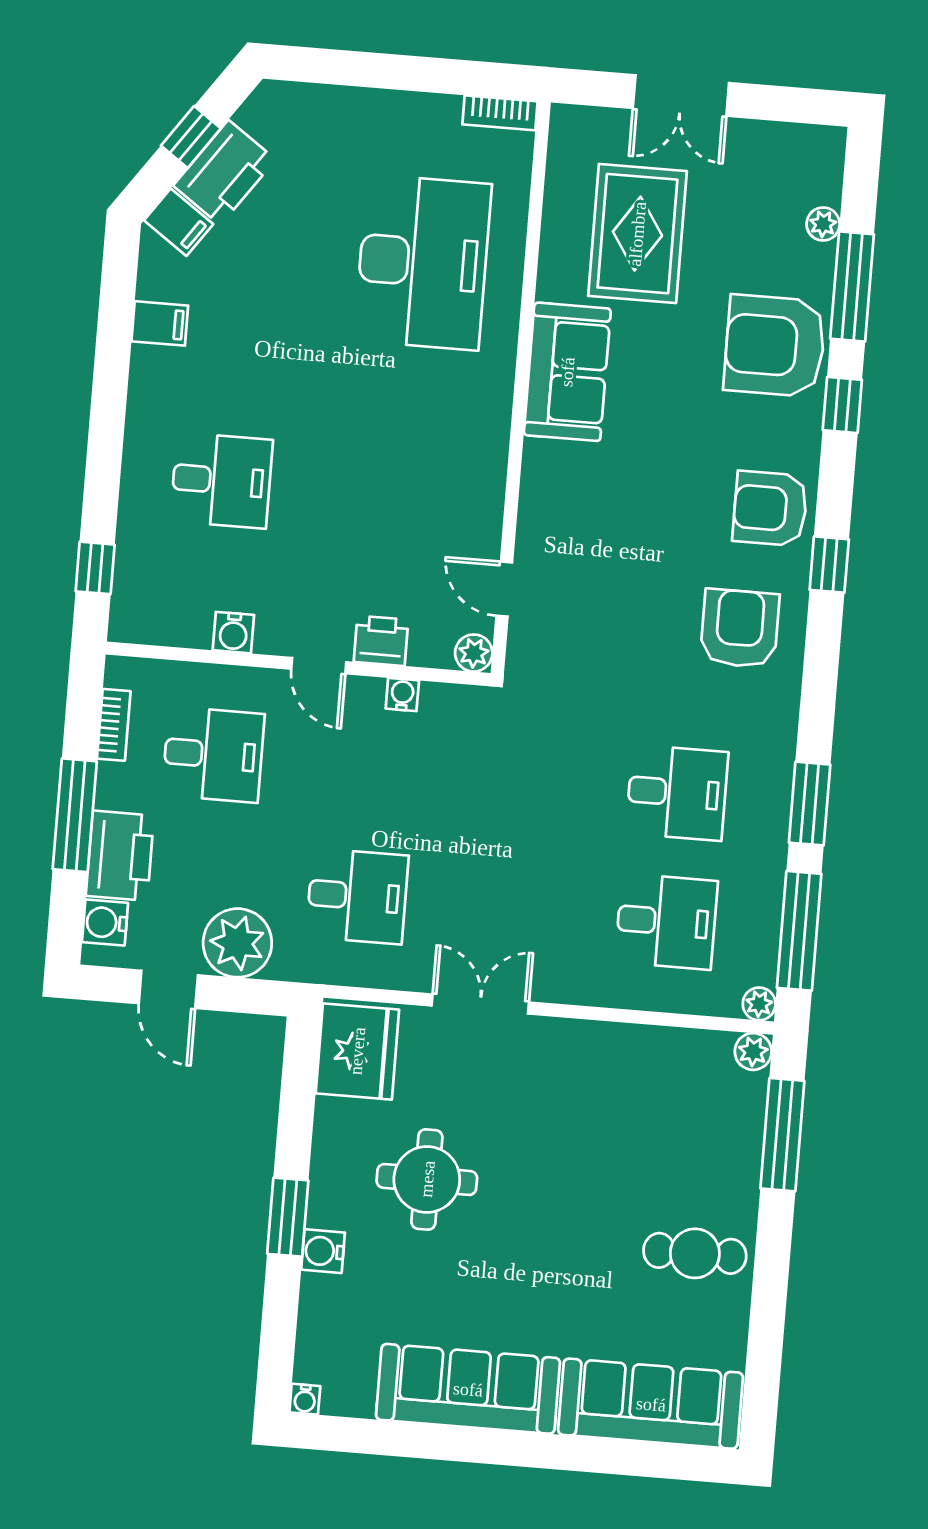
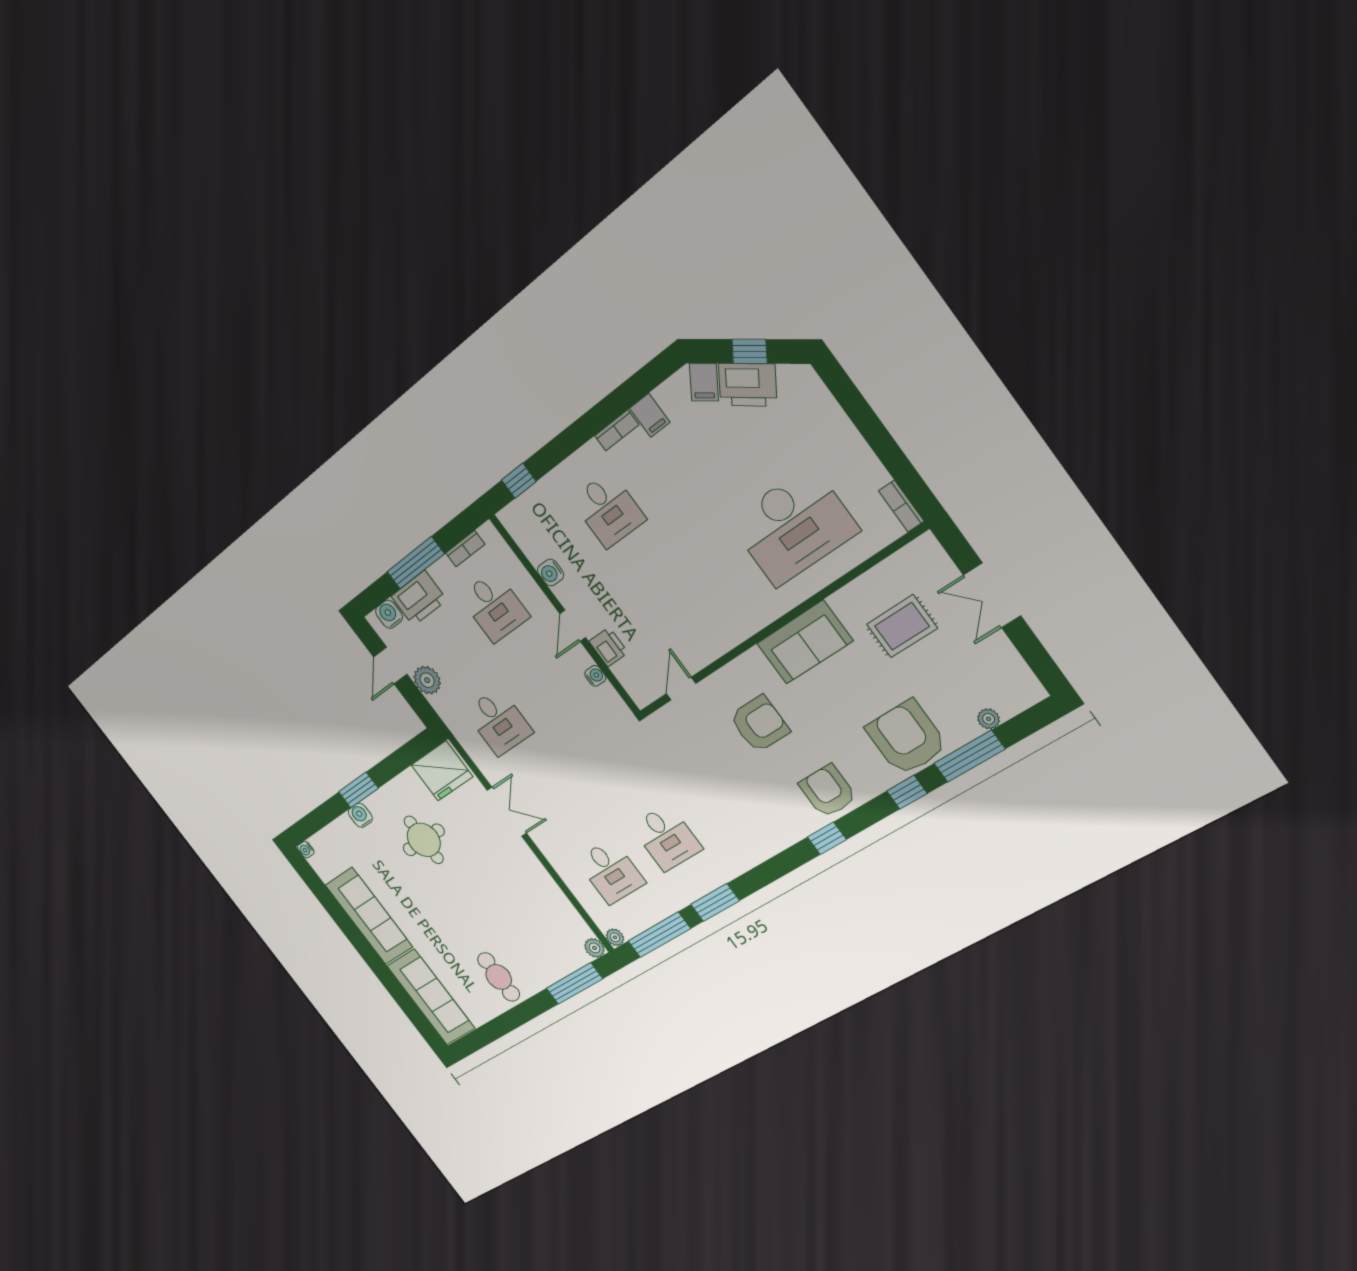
rug: (637, 234) -> (902, 626), width x0.73, depth x0.70
bookcase: (142, 381) -> (617, 430), added
armchair: (740, 628) -> (759, 724), moved
plant: (474, 653) -> (642, 696), removed
plant: (237, 943) -> (427, 680), width x0.73, depth x0.73

